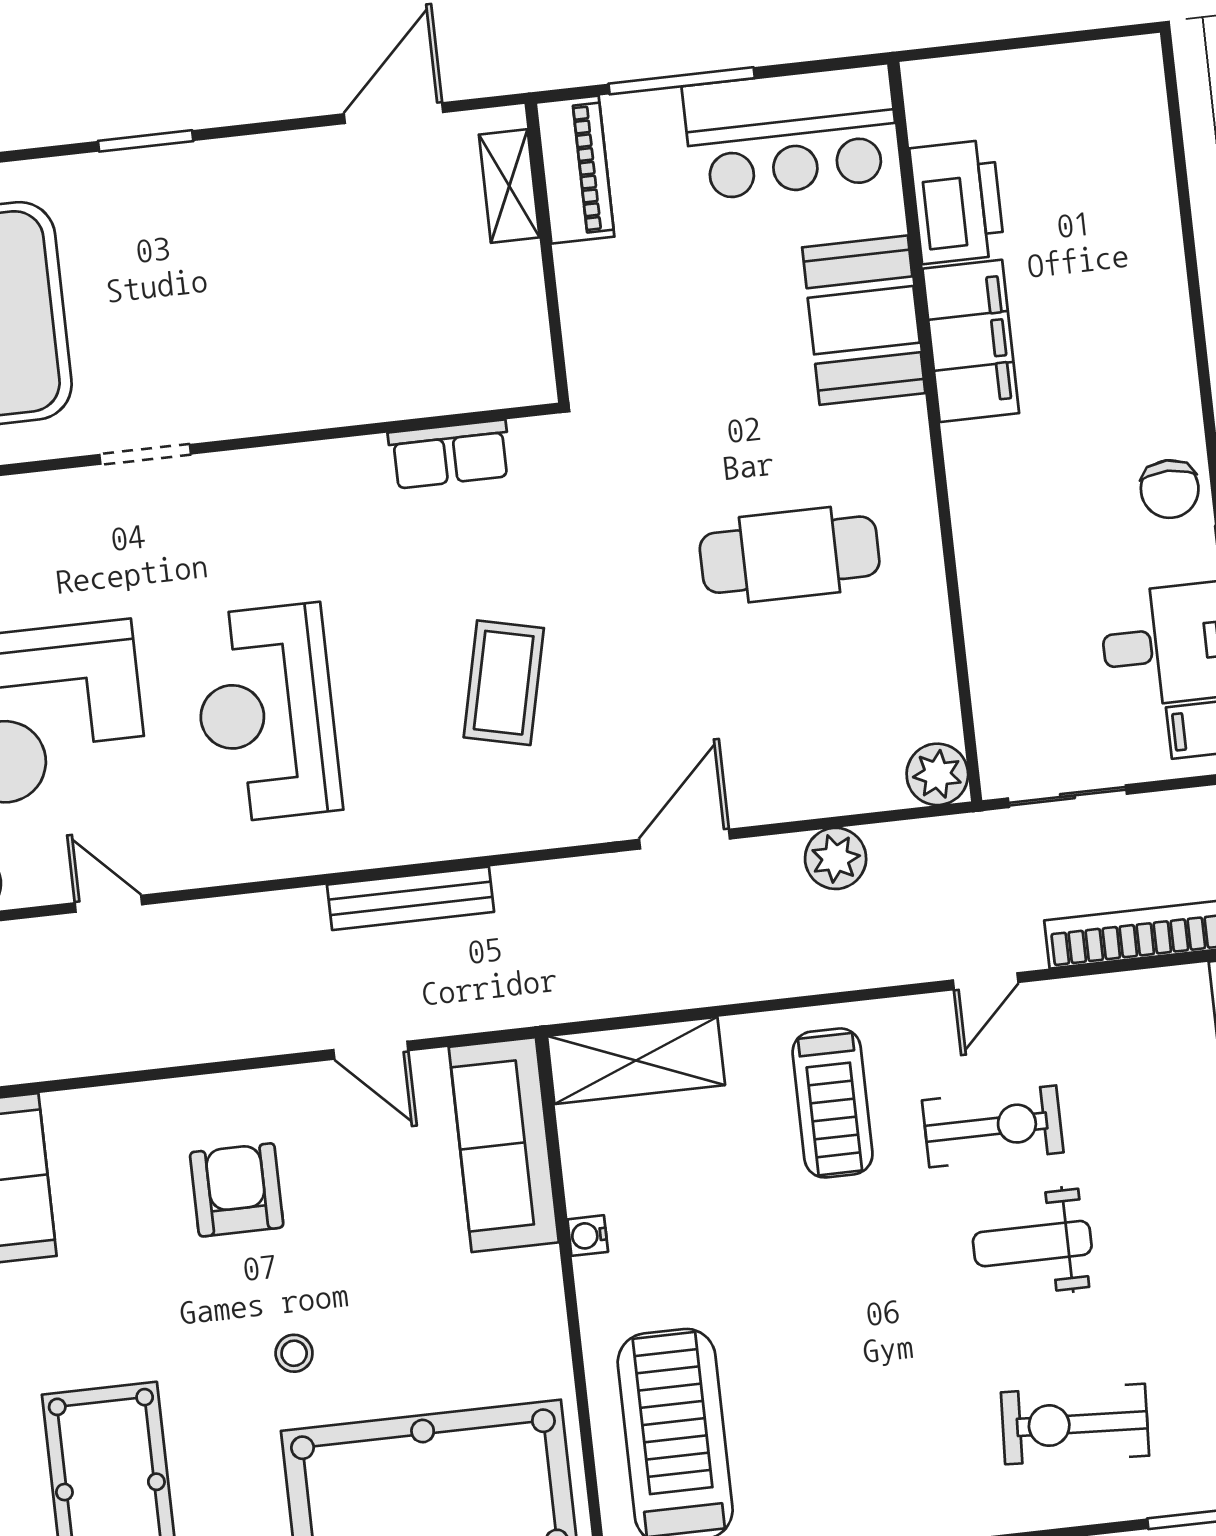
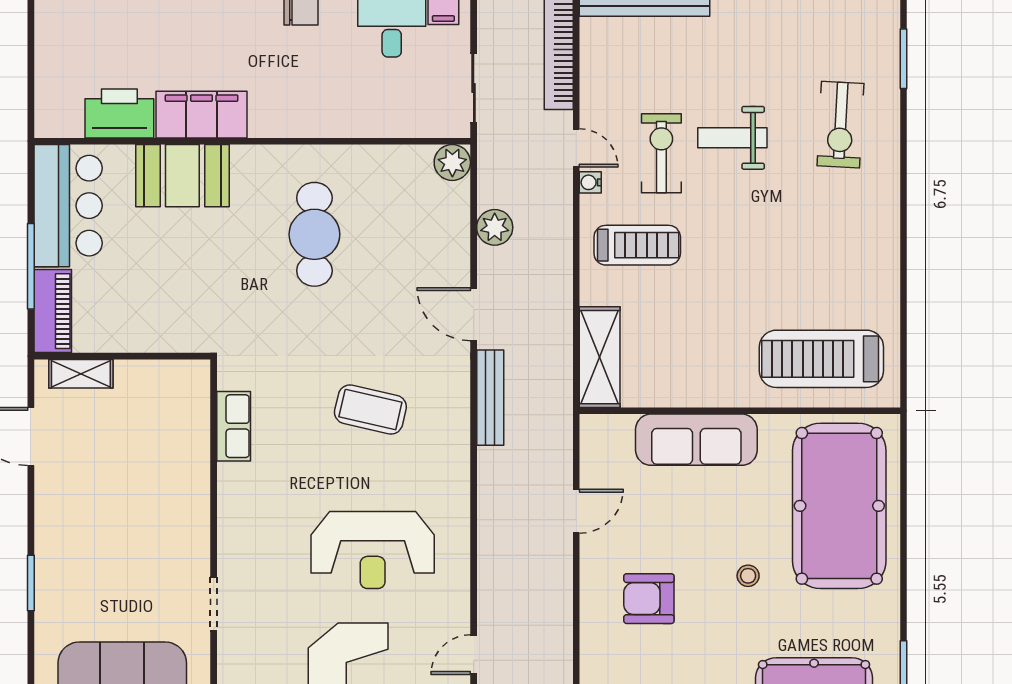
piano: (575, 170) -> (53, 311), moved, turned 90
bench: (411, 898) -> (490, 398), moved
sofa: (504, 1145) -> (696, 440), moved
water cooler: (588, 1236) -> (590, 182), moved, turned 90
weight bench: (1032, 1244) -> (732, 138), turned 90

